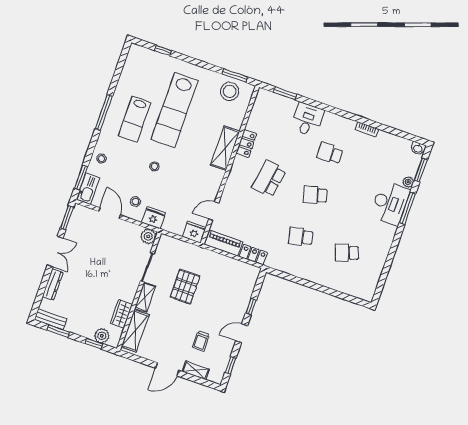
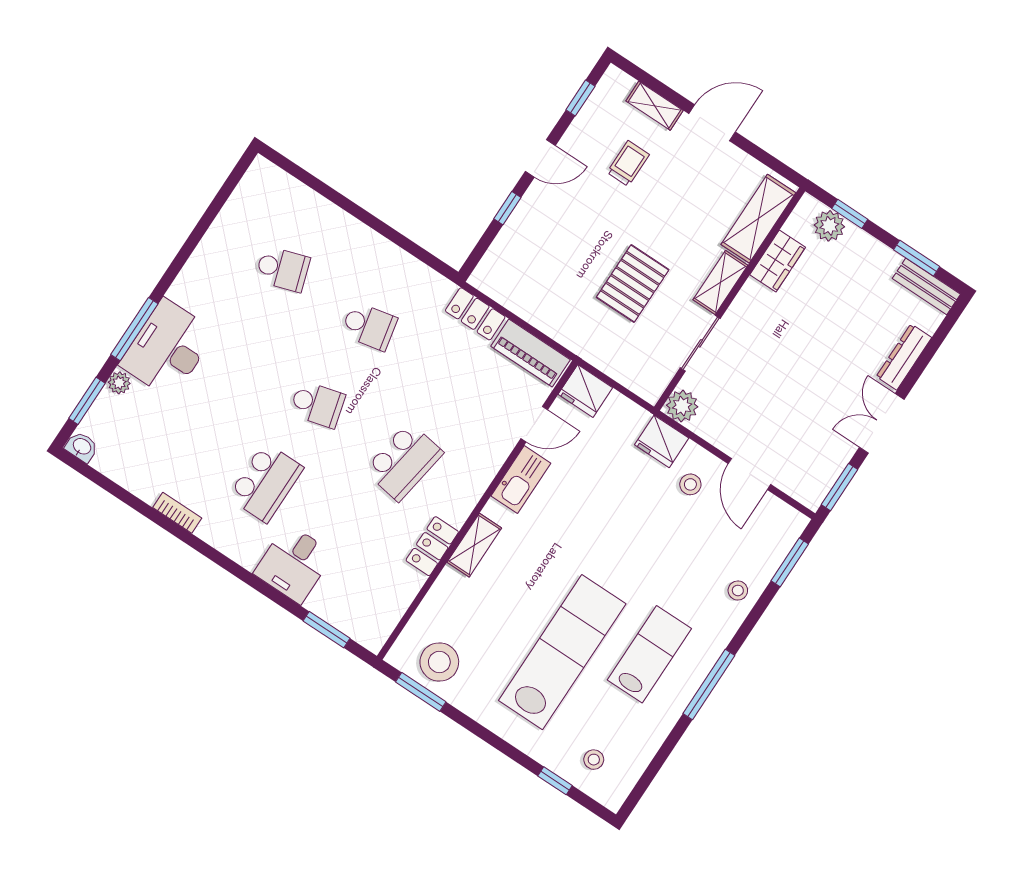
shelving: (225, 148) -> (474, 545), width x0.67, depth x0.75
school desk: (330, 153) -> (266, 482), width x1.85
stool: (154, 166) -> (594, 760), moved
kitchen sink: (88, 189) -> (521, 480), moved, turned 180

